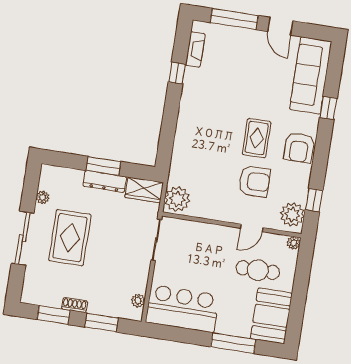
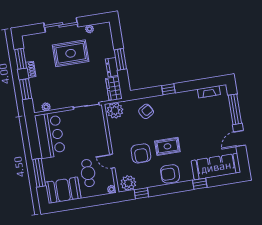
window: (177, 73) -> (168, 89), moved
armchair: (194, 153) -> (146, 111), added
dresser: (105, 181) -> (112, 67), width x0.70

